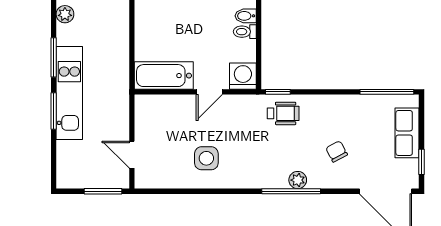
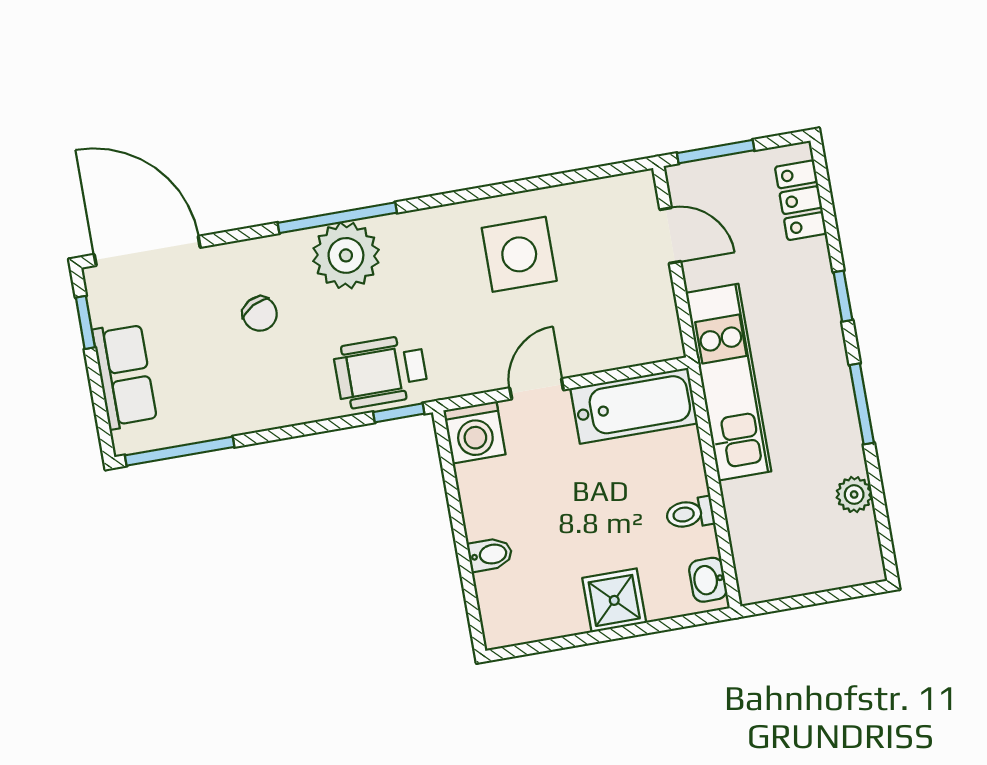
toilet: (245, 32) -> (690, 513), moved, turned 180
kitchen unit: (69, 93) -> (728, 382), moved, turned 180
window: (54, 111) -> (843, 296), width x0.67
wheelchair: (283, 113) -> (381, 372), width x1.36, depth x1.37
side table: (206, 158) -> (519, 254), width x1.37, depth x1.37
locker: (66, 161) -> (801, 200), added
plant: (298, 180) -> (346, 255), width x1.87, depth x1.87

